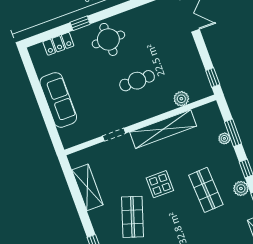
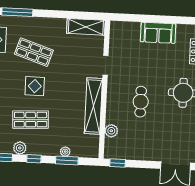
sofa: (58, 100) -> (158, 33), width x0.73
display table: (160, 184) -> (35, 86), moved
shelving: (87, 187) -> (86, 27), moved

